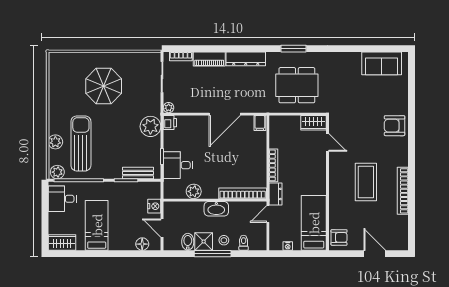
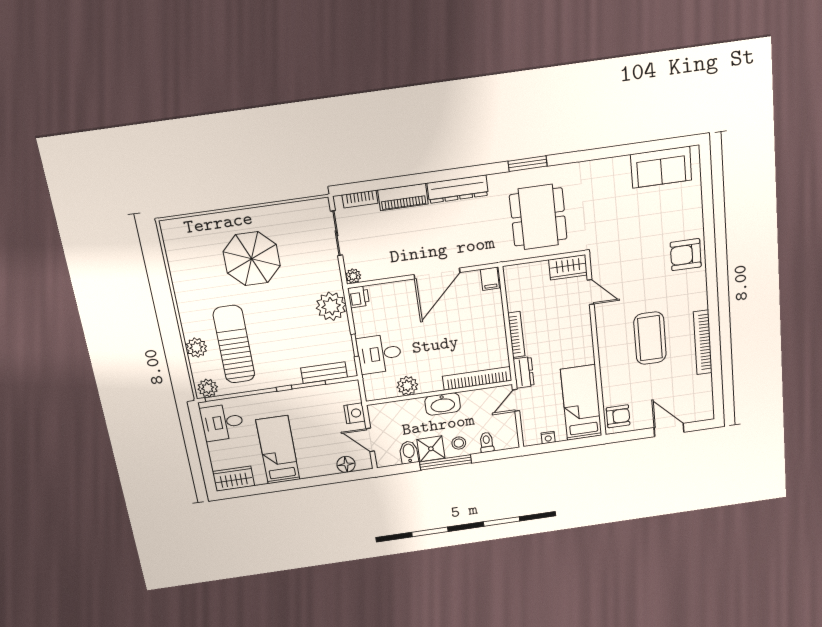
dining table: (297, 85) -> (538, 217), turned 90

